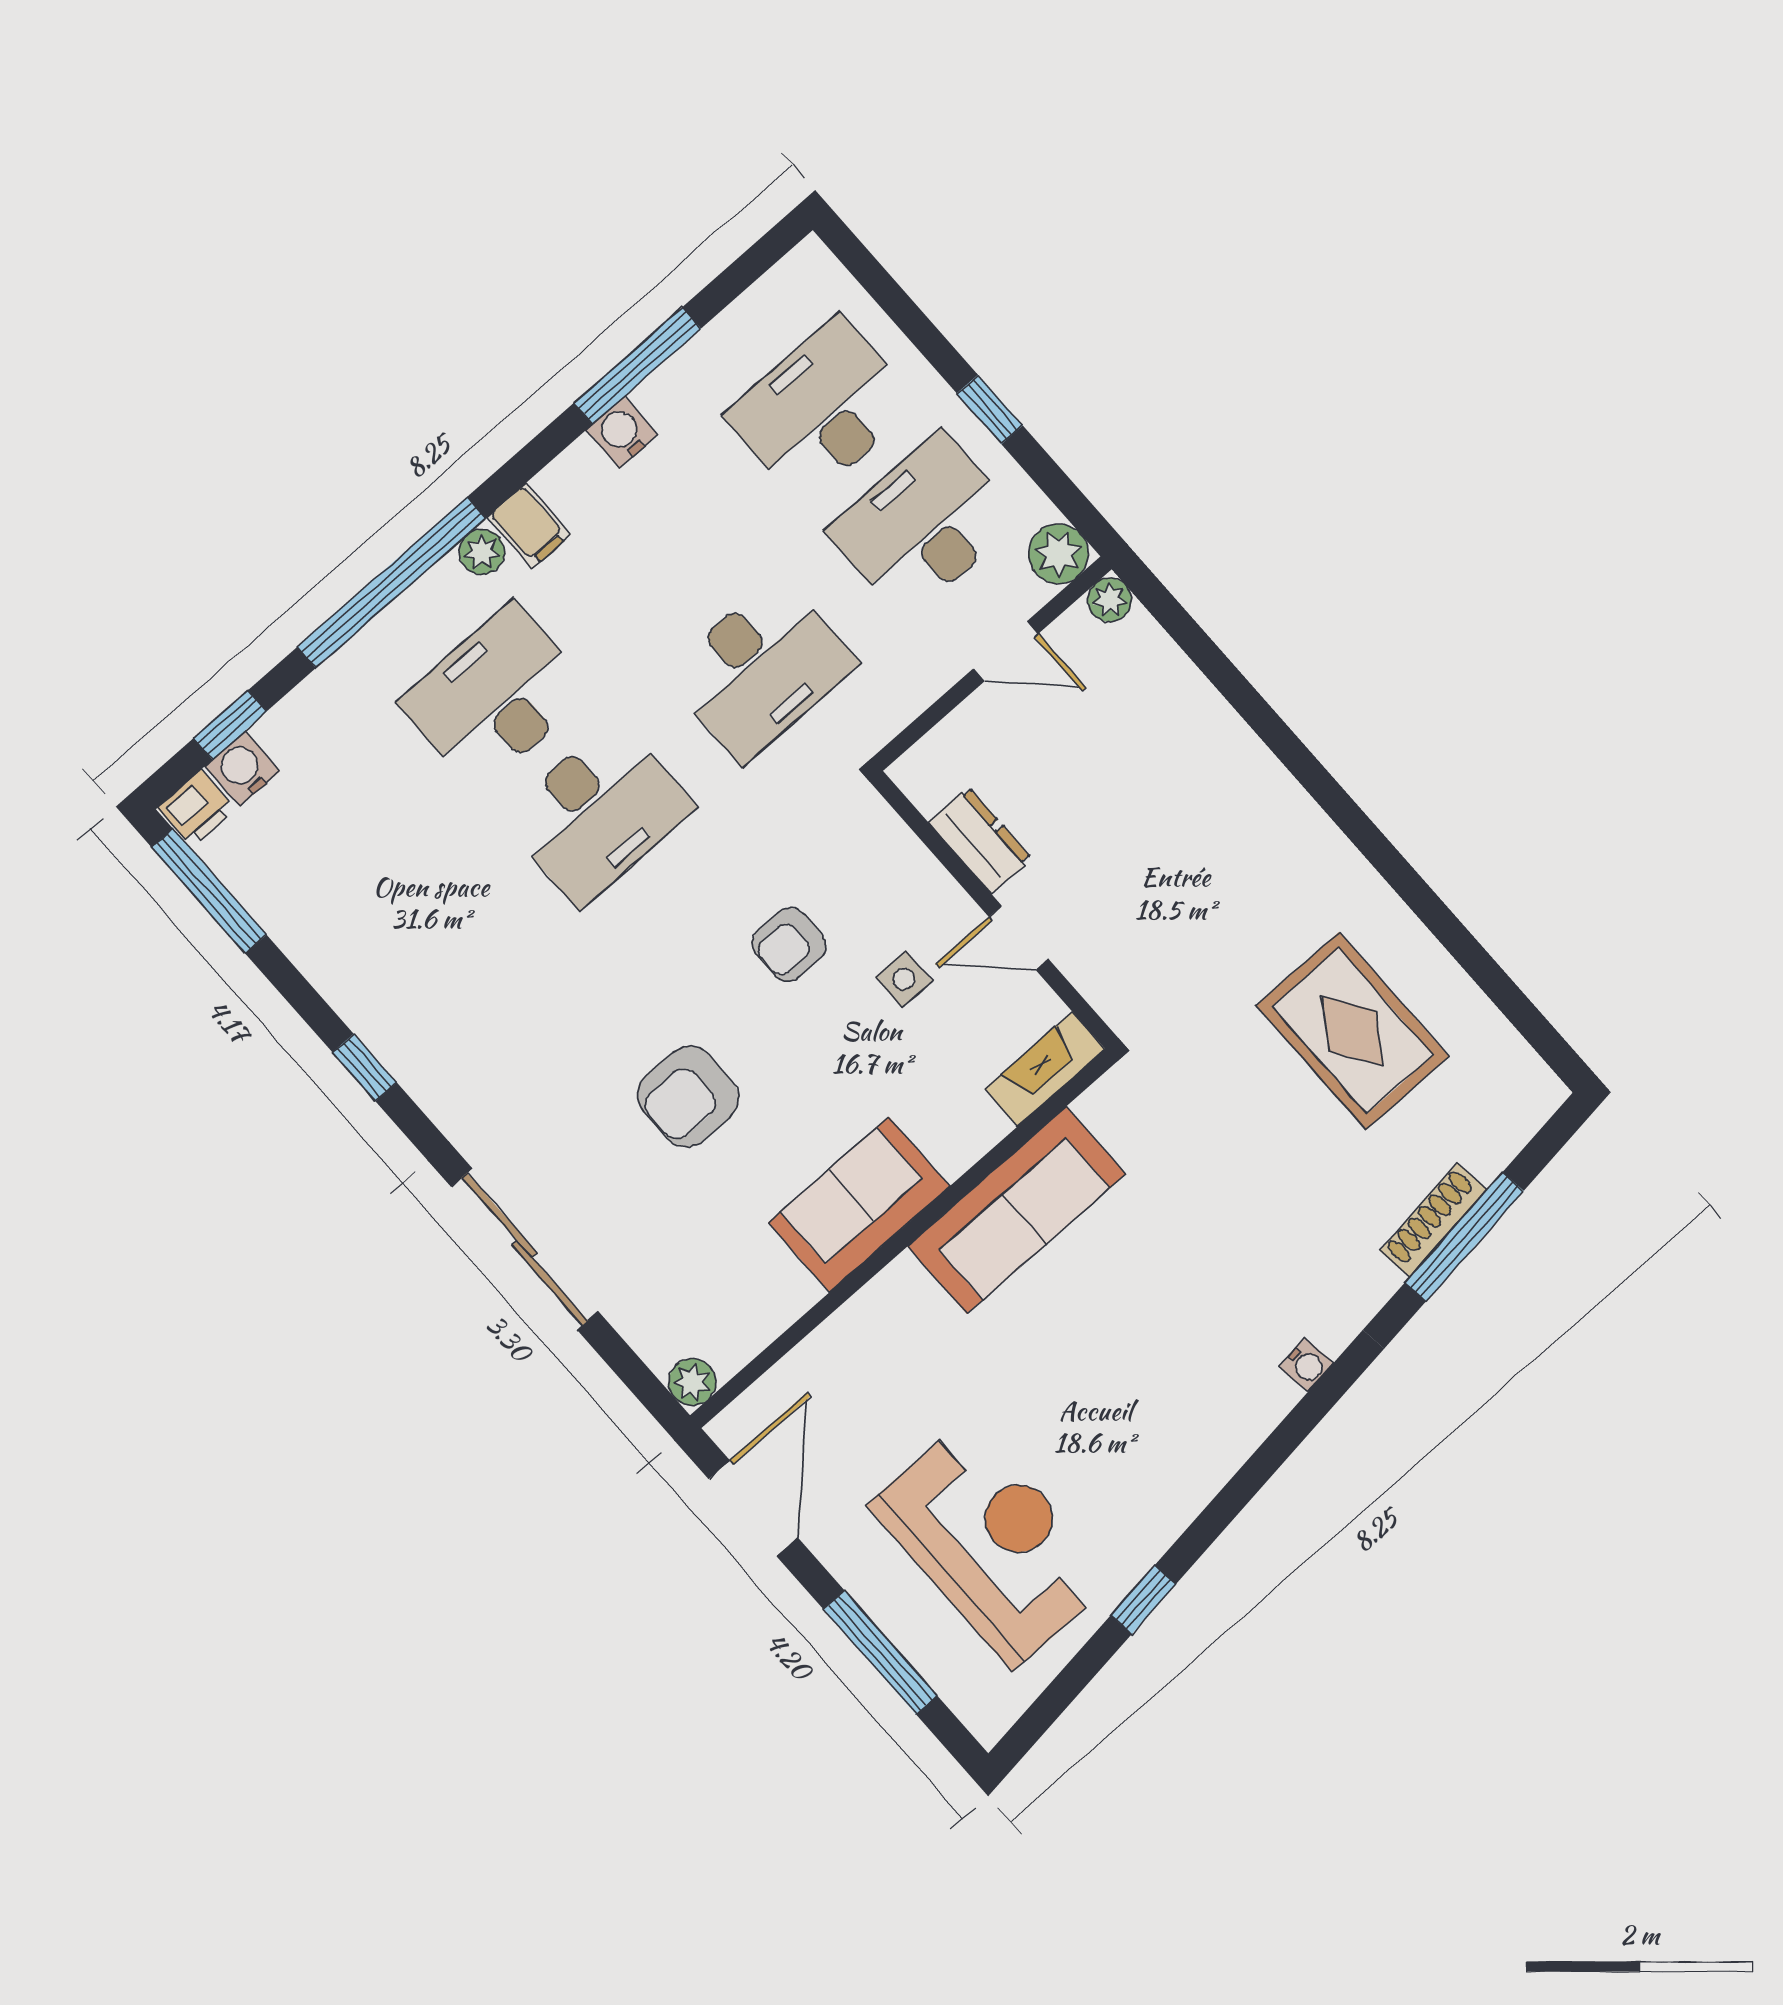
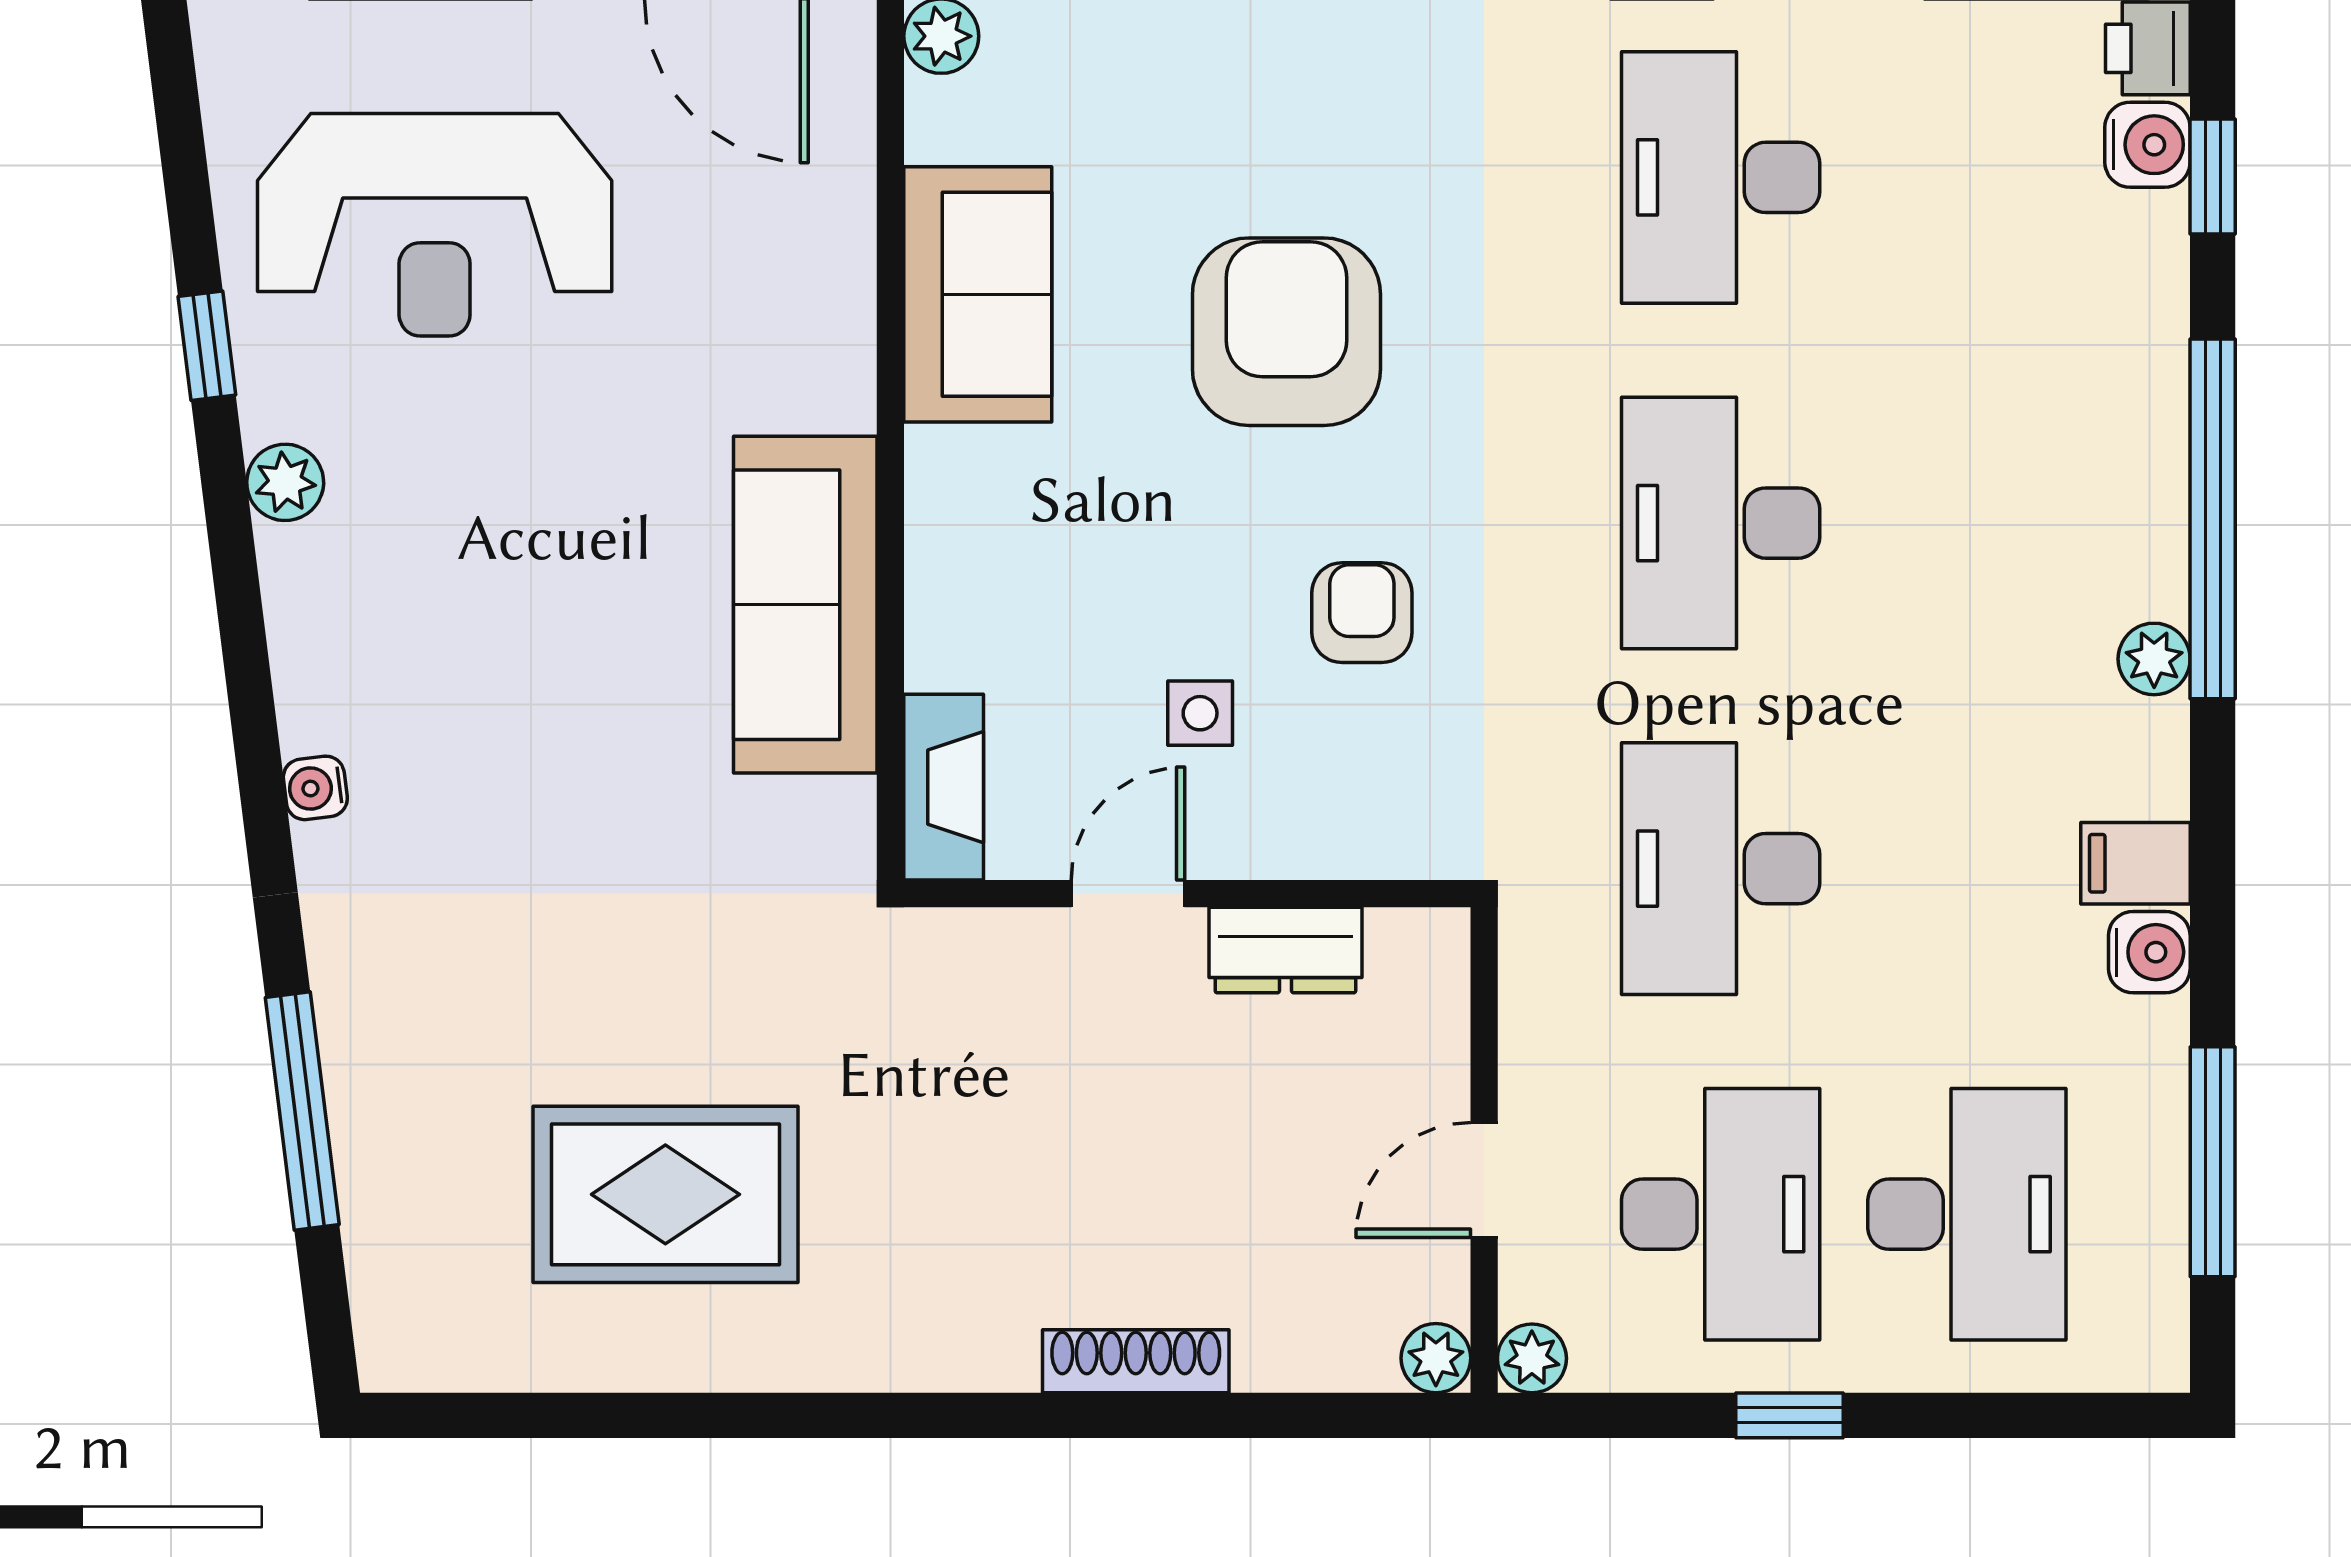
window: (637, 366) -> (2213, 1162), moved
filing cabinet: (529, 526) -> (2136, 863), moved
plant: (1058, 554) -> (1532, 1358), width x0.73, depth x0.73
desk: (495, 697) -> (1721, 177), moved, turned 180
armchair: (688, 1097) -> (1286, 332), width x1.36, depth x1.36
sofa: (859, 1204) -> (978, 294), moved
shoe rack: (1433, 1220) -> (1136, 1361), moved, turned -83
plant: (1175, 1506) -> (285, 482), added

